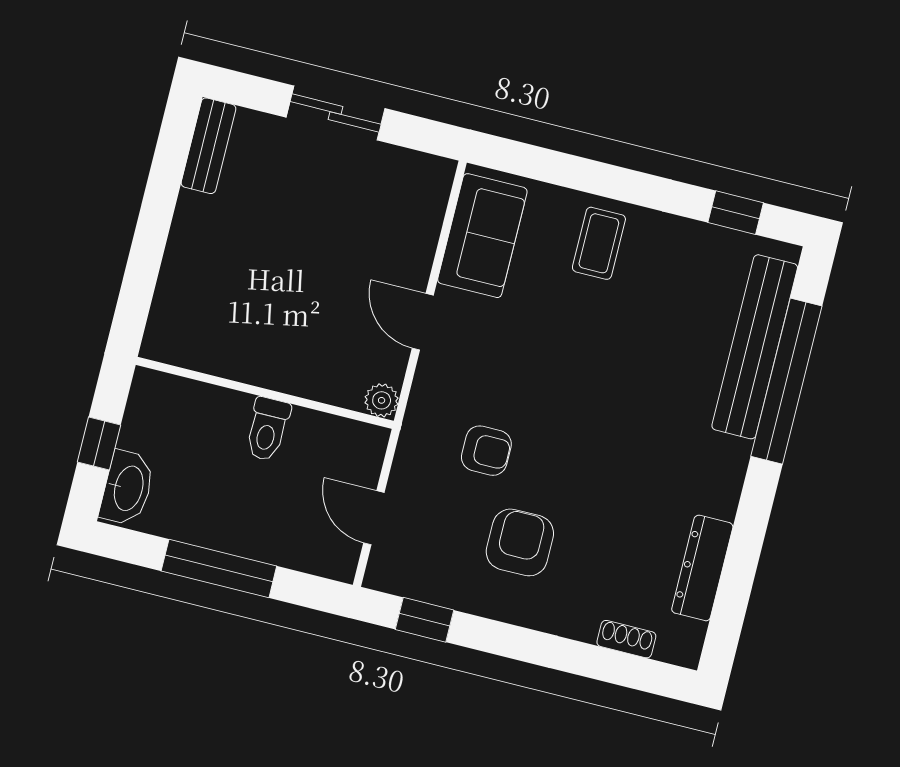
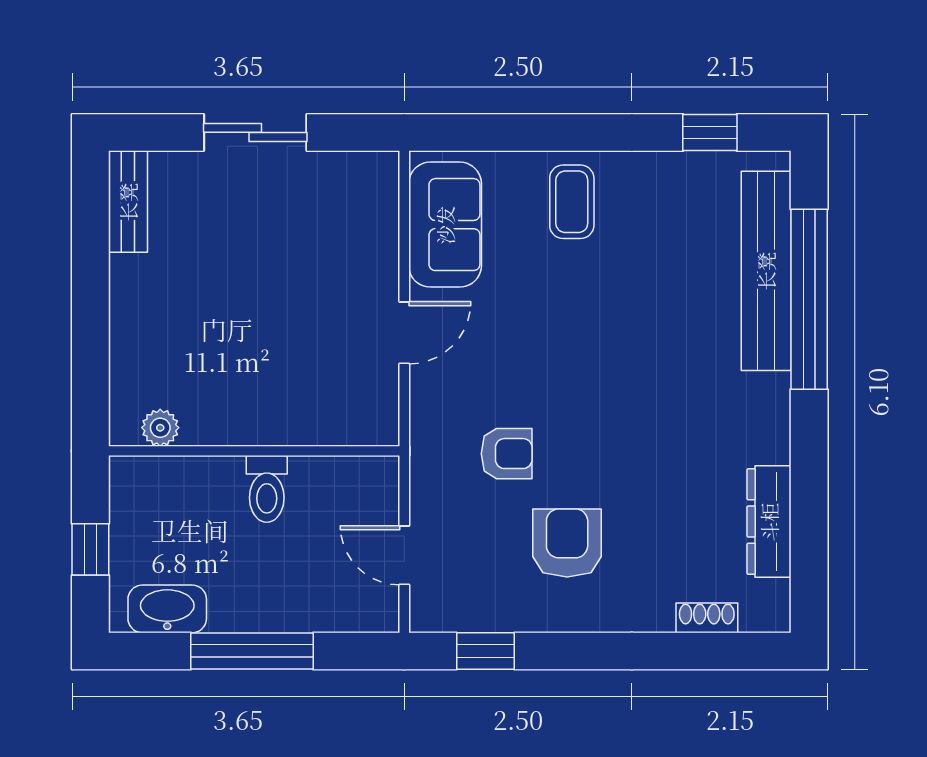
door: (423, 322) -> (404, 333), swing flipped
plant: (382, 400) -> (160, 428), moved
washbasin: (127, 488) -> (167, 609), moved, turned -90

